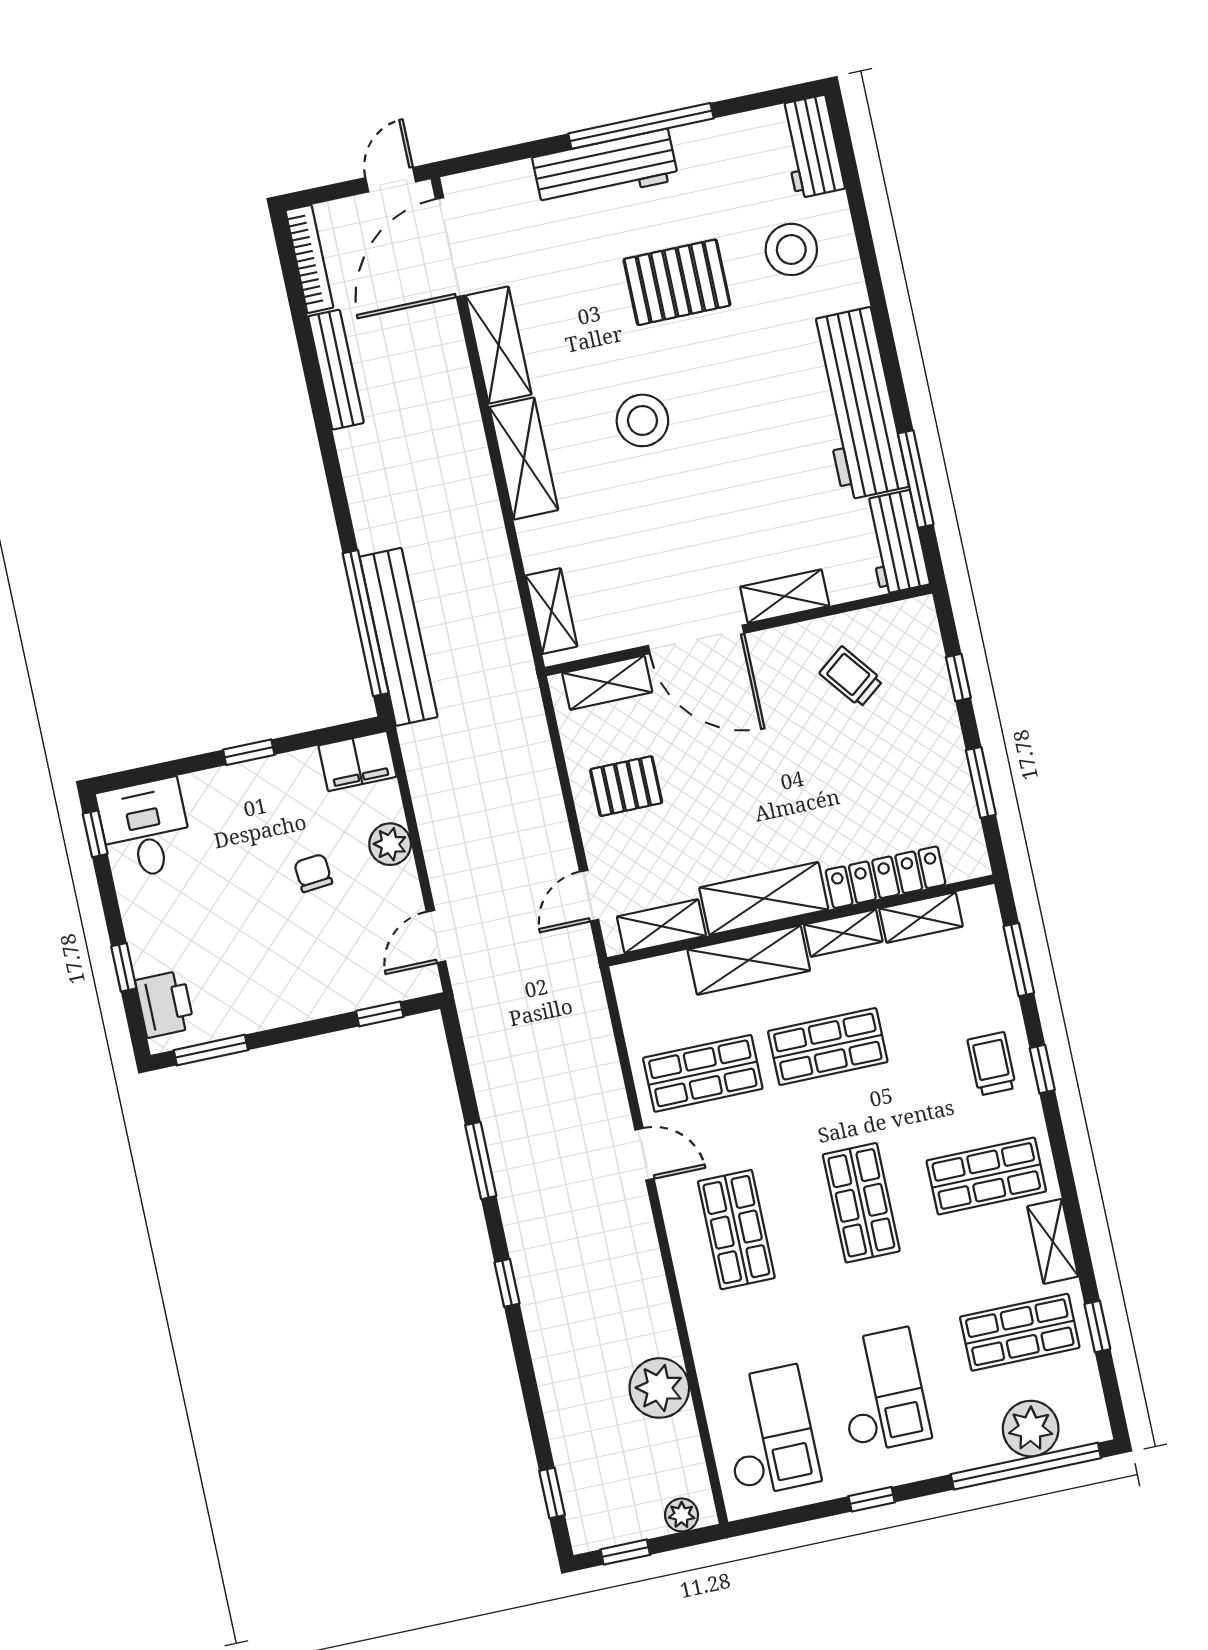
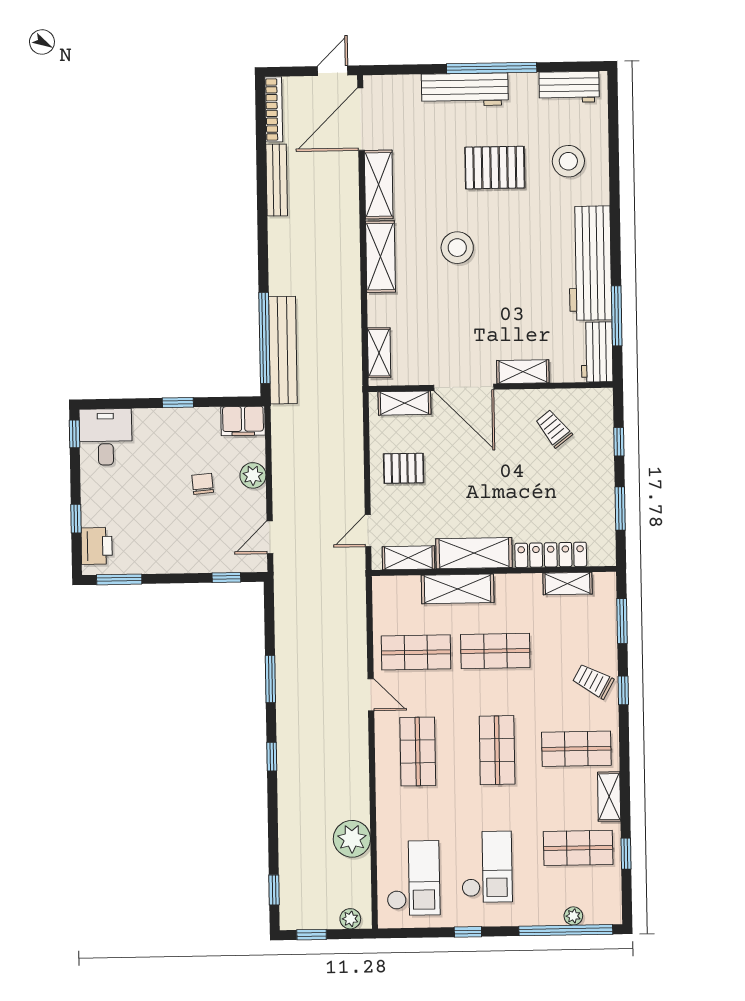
workbench: (811, 147) -> (569, 87), moved, turned -90
shelving: (843, 933) -> (518, 584), removed
trolley: (992, 1064) -> (593, 681), turned -61
plant: (1031, 1429) -> (573, 916), width x0.53, depth x0.53

